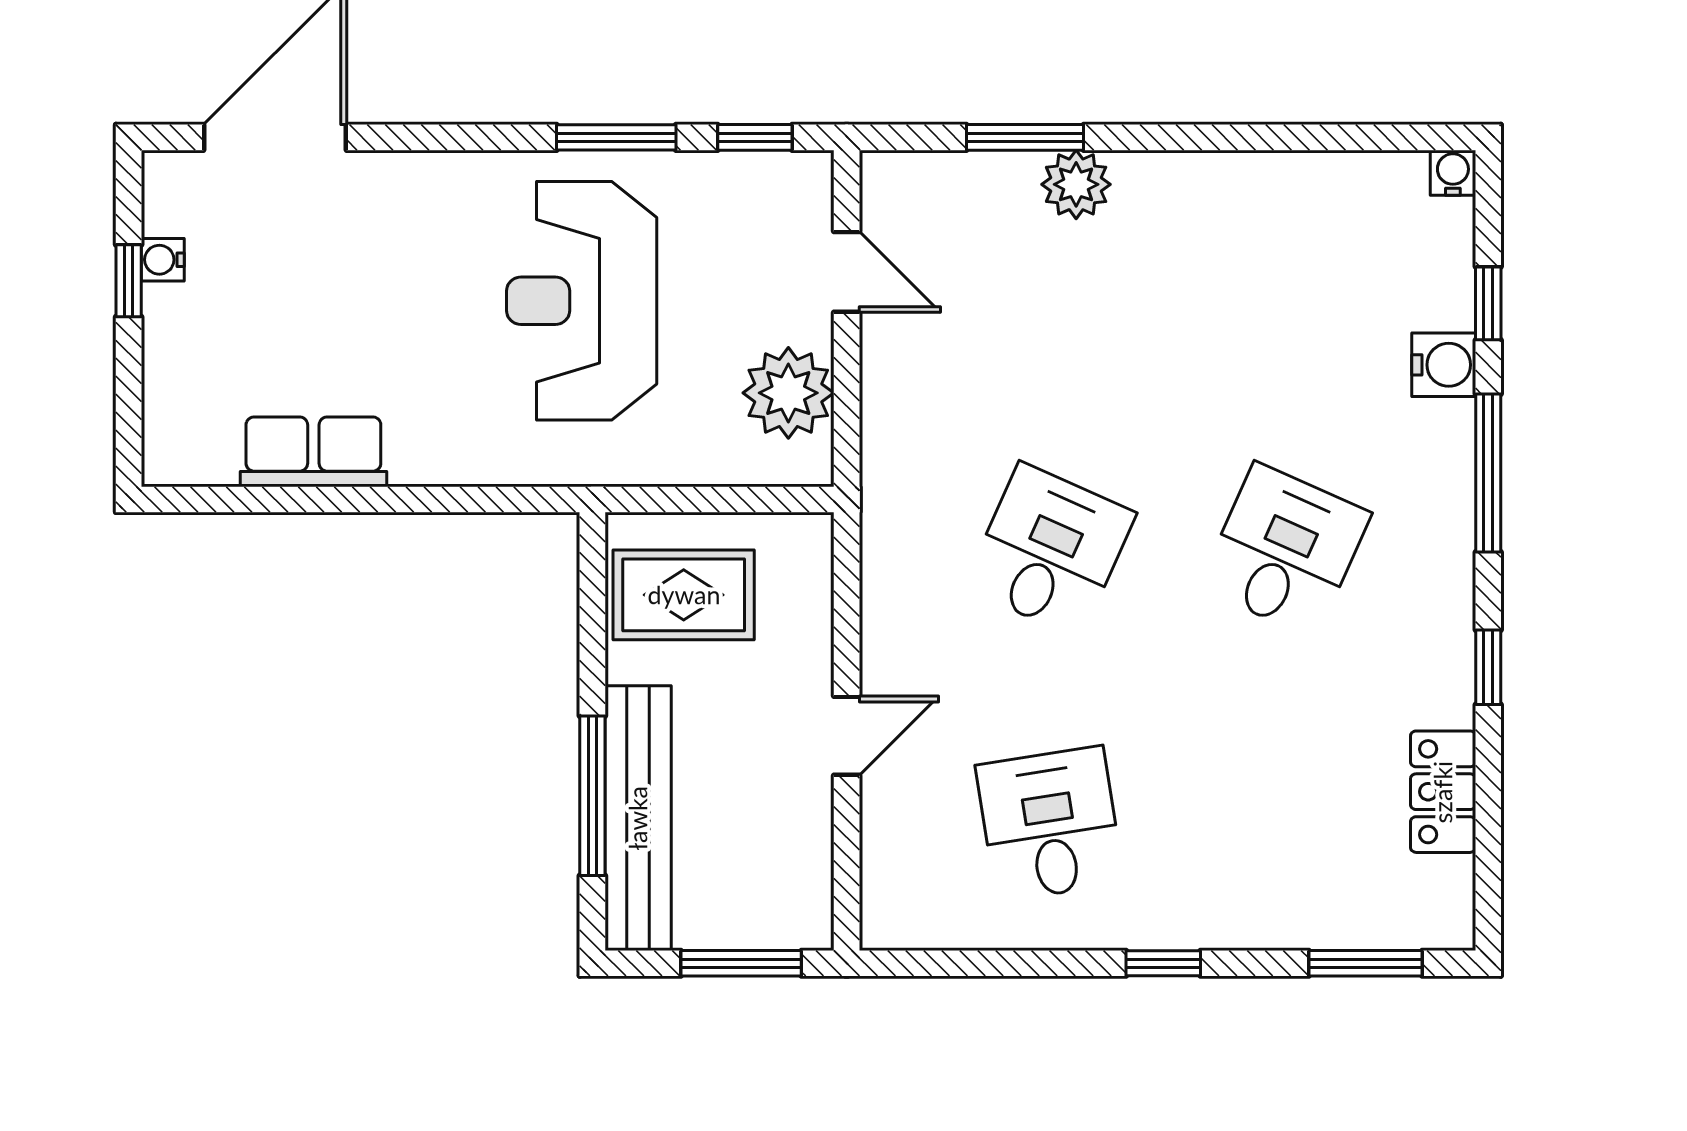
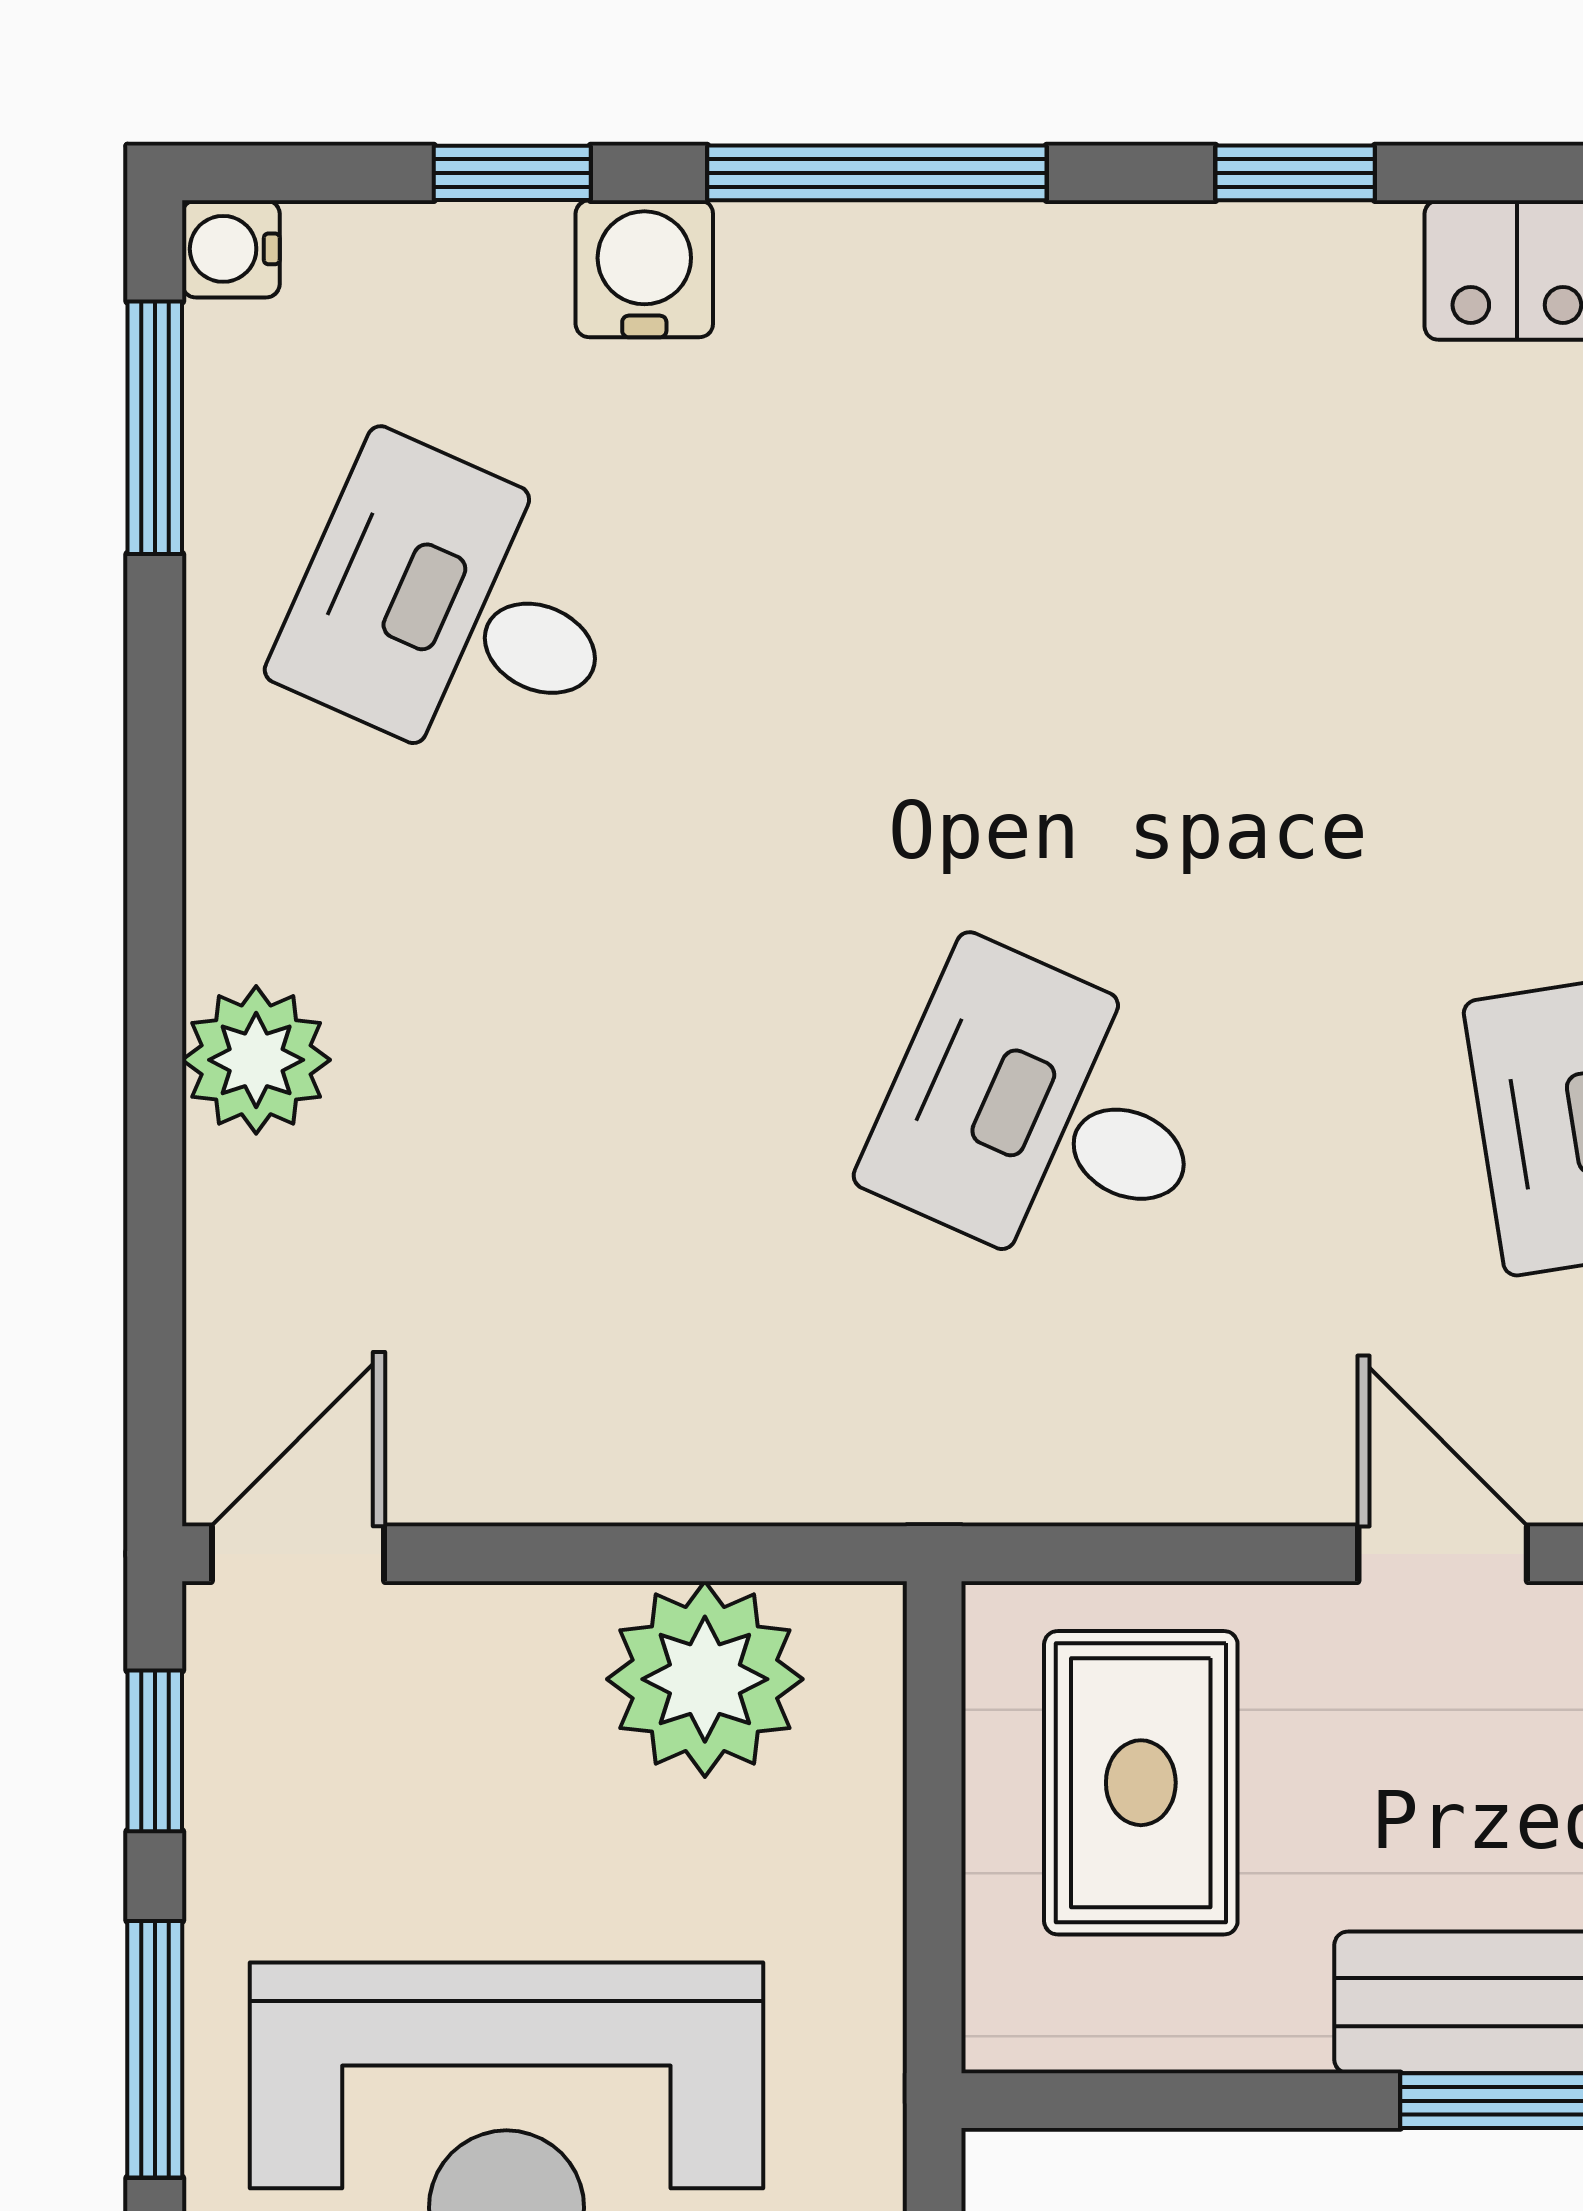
window: (1025, 137) -> (155, 428), moved
door: (847, 272) -> (298, 1554), moved
desk: (1285, 550) -> (455, 610), moved
rug: (684, 595) -> (1141, 1783), moved

